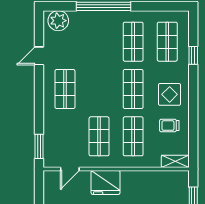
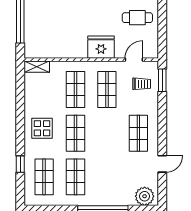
trolley: (169, 126) -> (142, 84), moved

